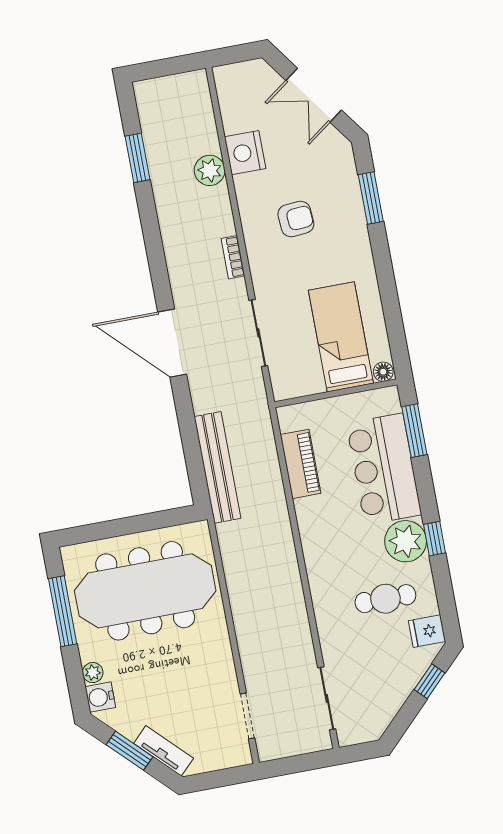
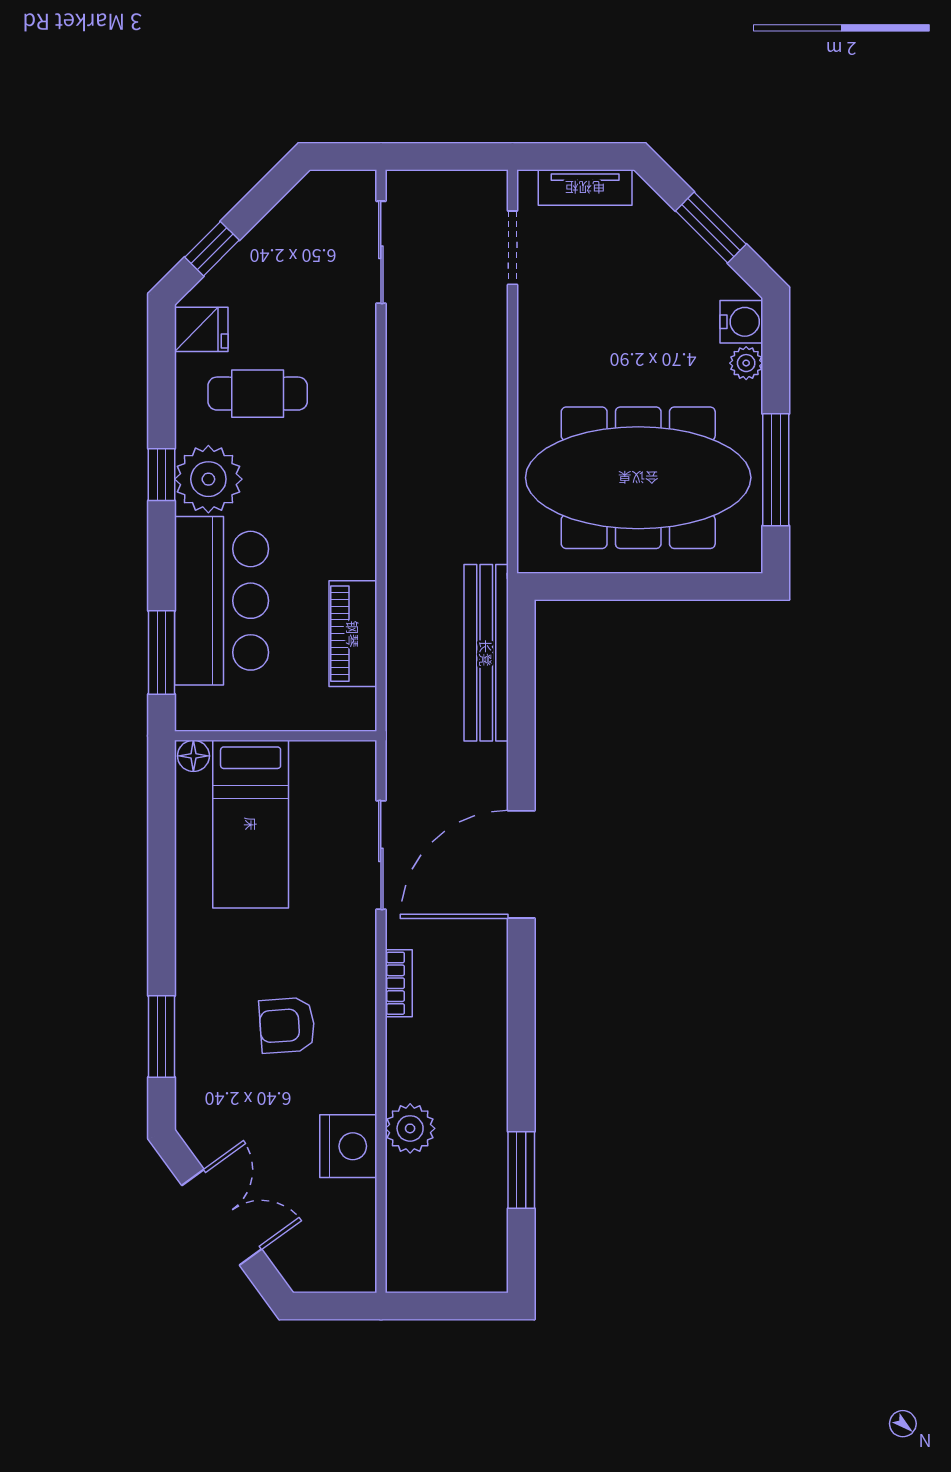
door: (172, 343) -> (521, 864), swing flipped
tv unit: (164, 751) -> (585, 188), moved, turned -45

